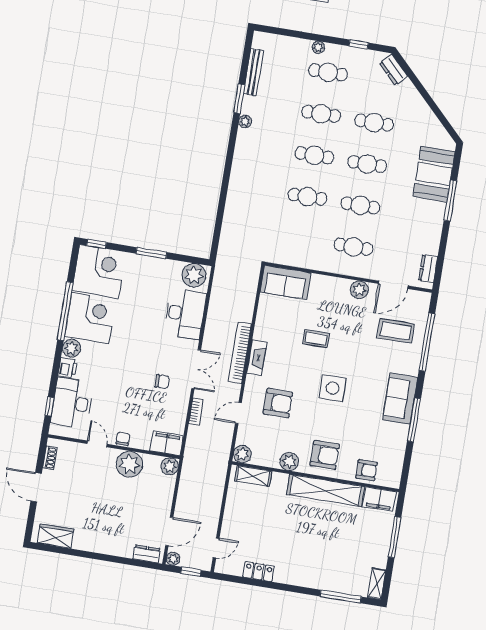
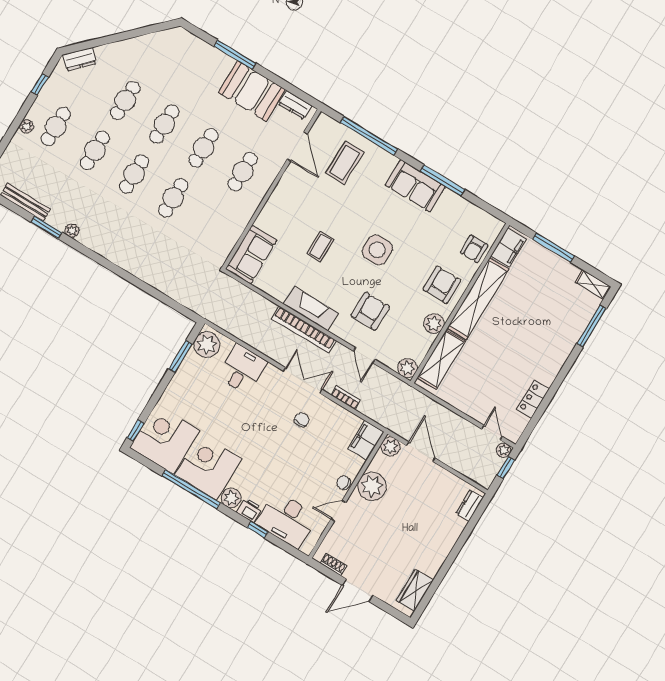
booth: (434, 174) -> (252, 91), moved
window: (151, 253) -> (180, 356), moved
plant: (359, 290) -> (288, 183), removed
desk: (185, 314) -> (242, 369), width x0.73
fireplace: (257, 358) -> (311, 309), width x1.37, depth x1.32
window: (49, 406) -> (258, 530), moved
armchair: (367, 470) -> (474, 249), turned 180
shelving: (253, 476) -> (441, 359), width x1.50, depth x1.33
door: (169, 532) -> (421, 452), moved
plant: (173, 559) -> (504, 450), moved

